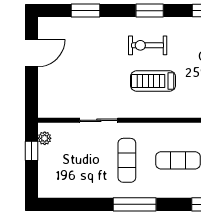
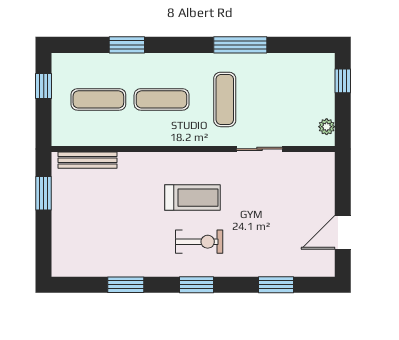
window: (31, 151) -> (343, 81), moved
window: (135, 204) -> (240, 45), moved

